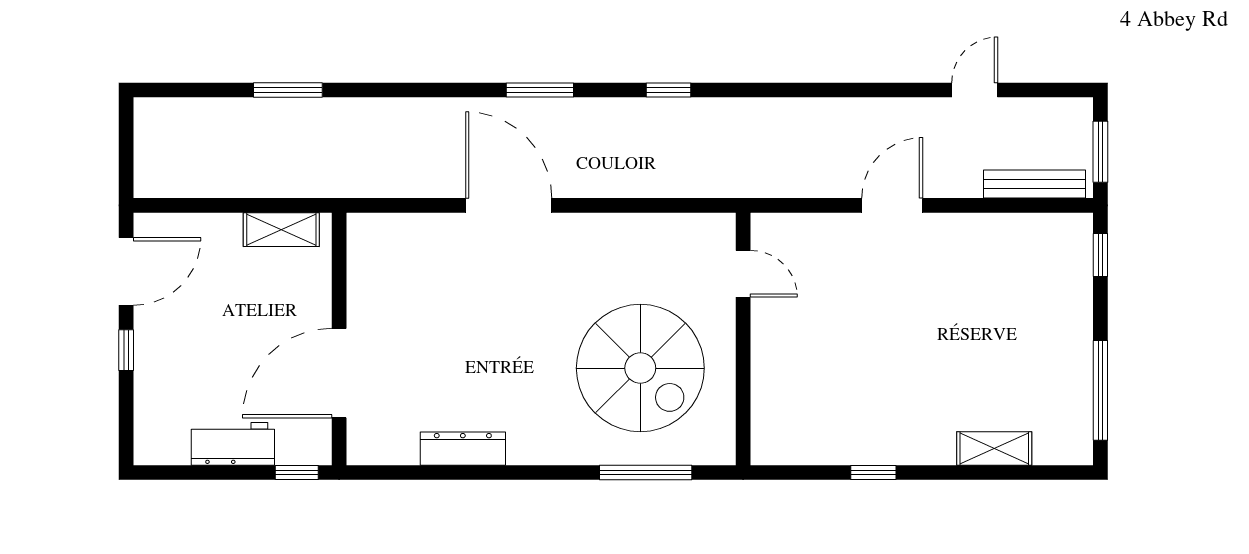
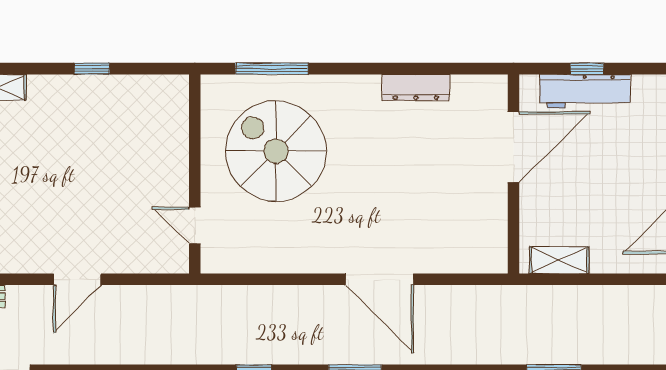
workbench: (233, 444) -> (585, 91), width x1.37
window: (297, 472) -> (587, 69), moved

